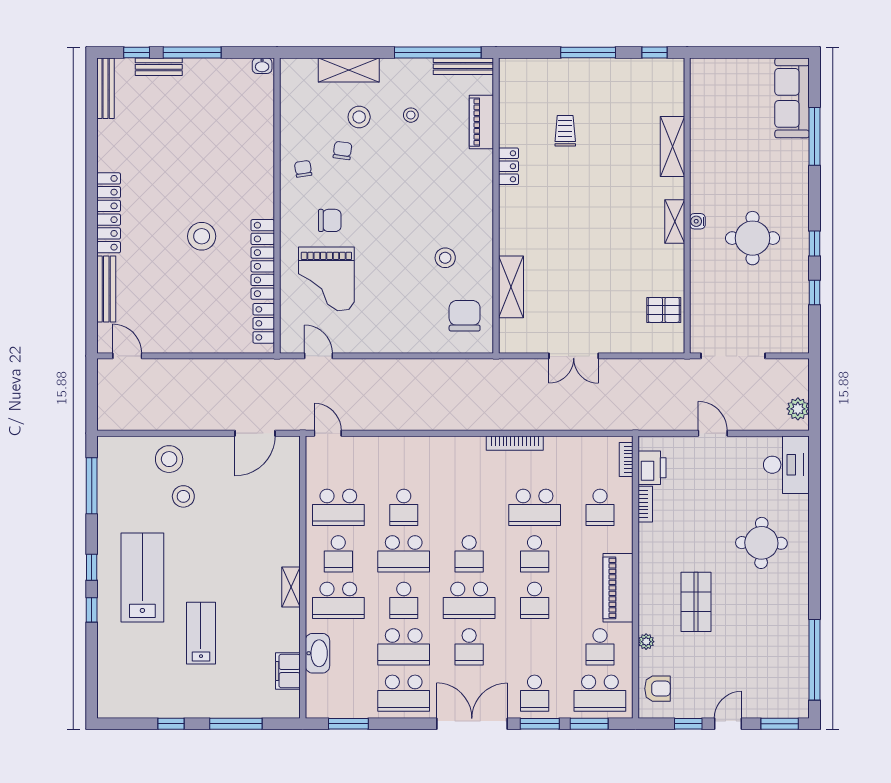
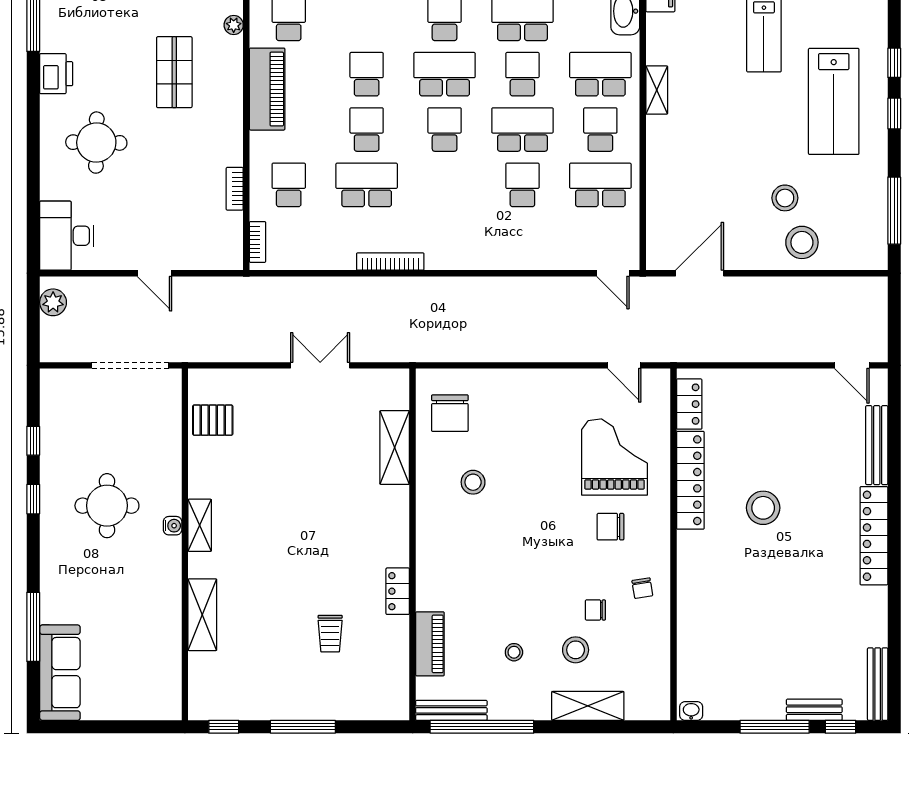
chair: (343, 150) -> (595, 610), turned 82
printer: (652, 468) -> (56, 74), moved, turned 180

